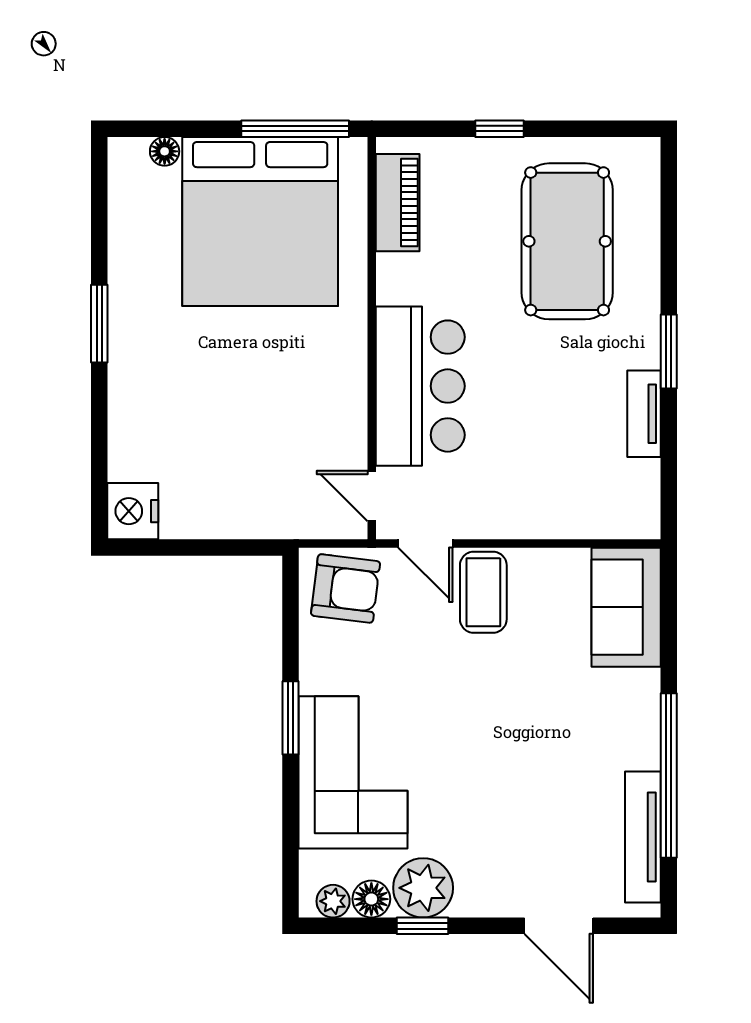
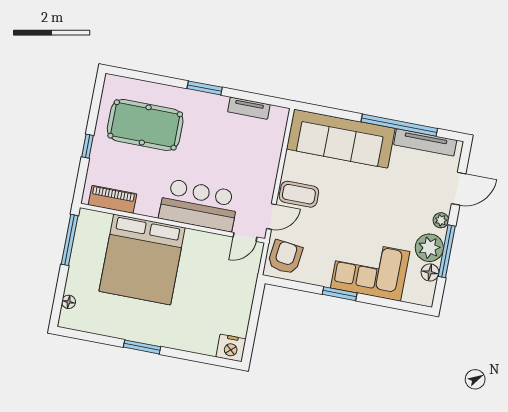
bed: (260, 221) -> (142, 259), moved, turned 90
tv unit: (644, 414) -> (249, 108), moved
sofa: (626, 607) -> (341, 139), width x1.85, depth x1.27
plant: (333, 901) -> (441, 220), moved
window: (423, 926) -> (447, 251), width x2.17

